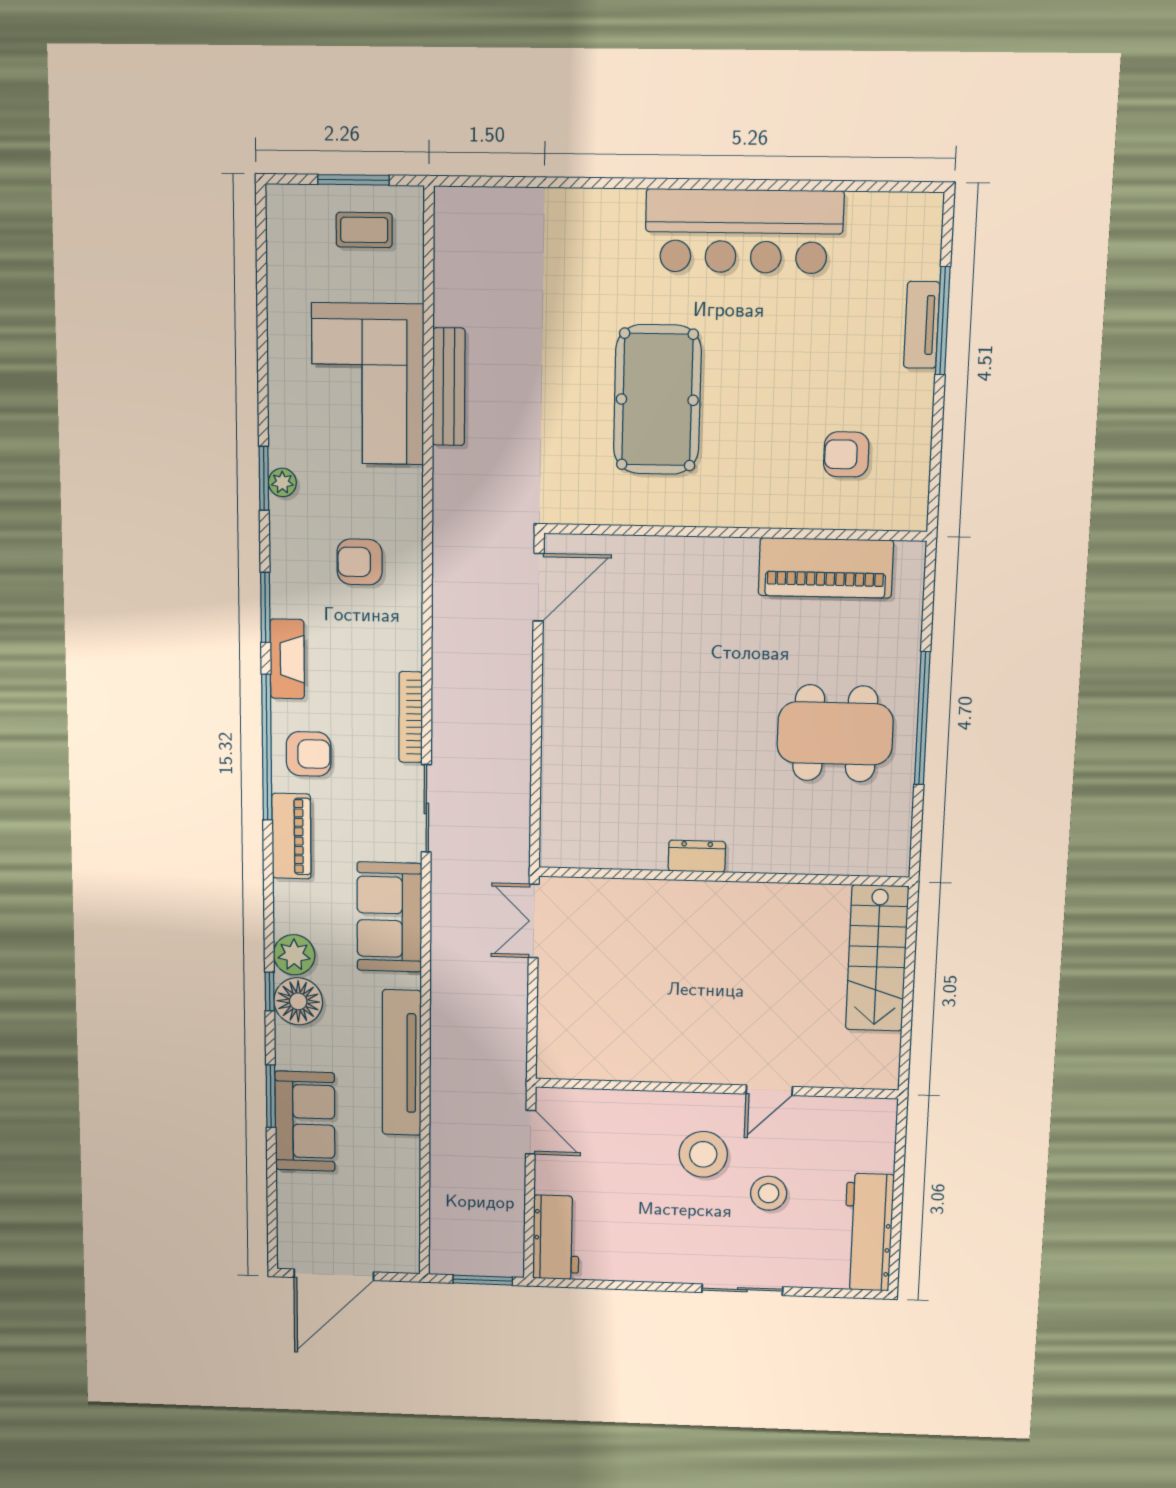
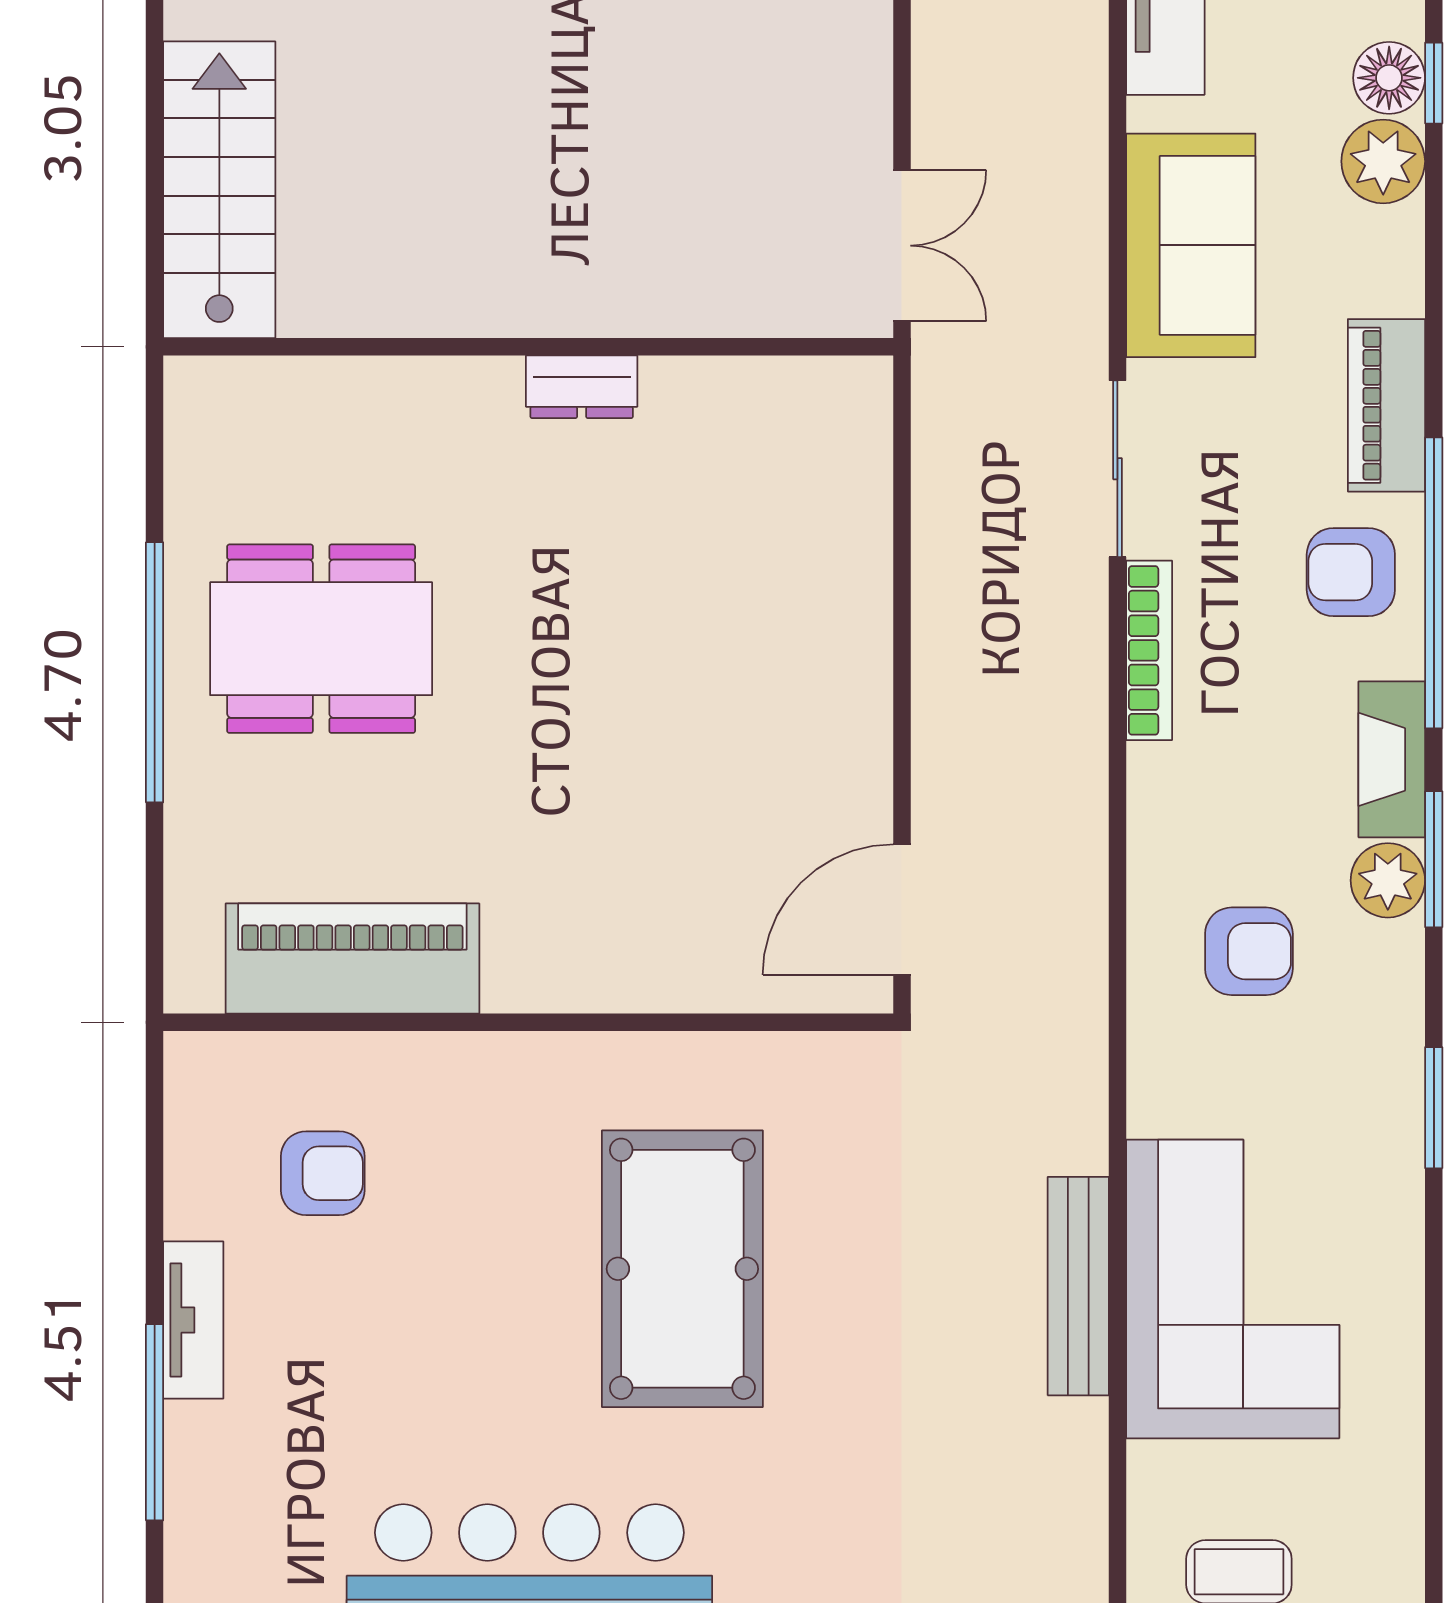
tv unit: (922, 325) -> (193, 1320), moved
plant: (282, 482) -> (1388, 880), moved, width x1.38, depth x1.38
floor lamp: (298, 1001) -> (1389, 78), width x0.73, depth x0.73

